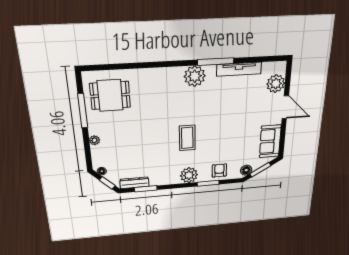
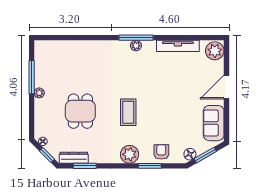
window: (216, 62) -> (136, 38), moved
plant: (195, 76) -> (136, 46), width x0.53, depth x0.53
plant: (276, 84) -> (215, 51), moved
dining table: (110, 95) -> (80, 111), moved, turned 90
door: (285, 107) -> (226, 87), swing flipped
plant: (95, 140) -> (39, 93), moved

